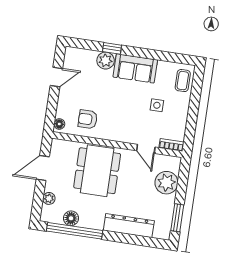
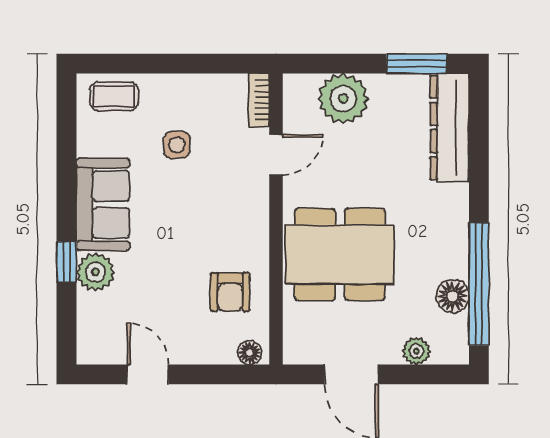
dresser: (129, 226) -> (450, 128), moved

